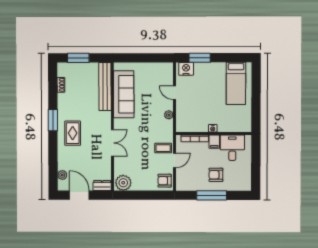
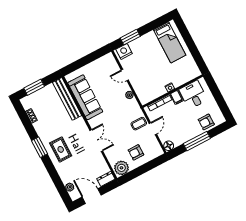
armchair: (216, 175) -> (206, 122), moved
armchair: (165, 181) -> (136, 152), moved
floor lamp: (181, 185) -> (169, 146), added

